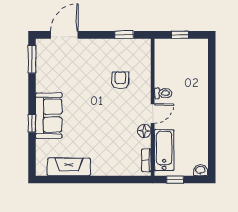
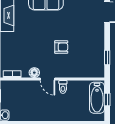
armchair: (120, 80) -> (61, 47), moved
bathtub: (164, 150) -> (97, 98), moved, turned 90

